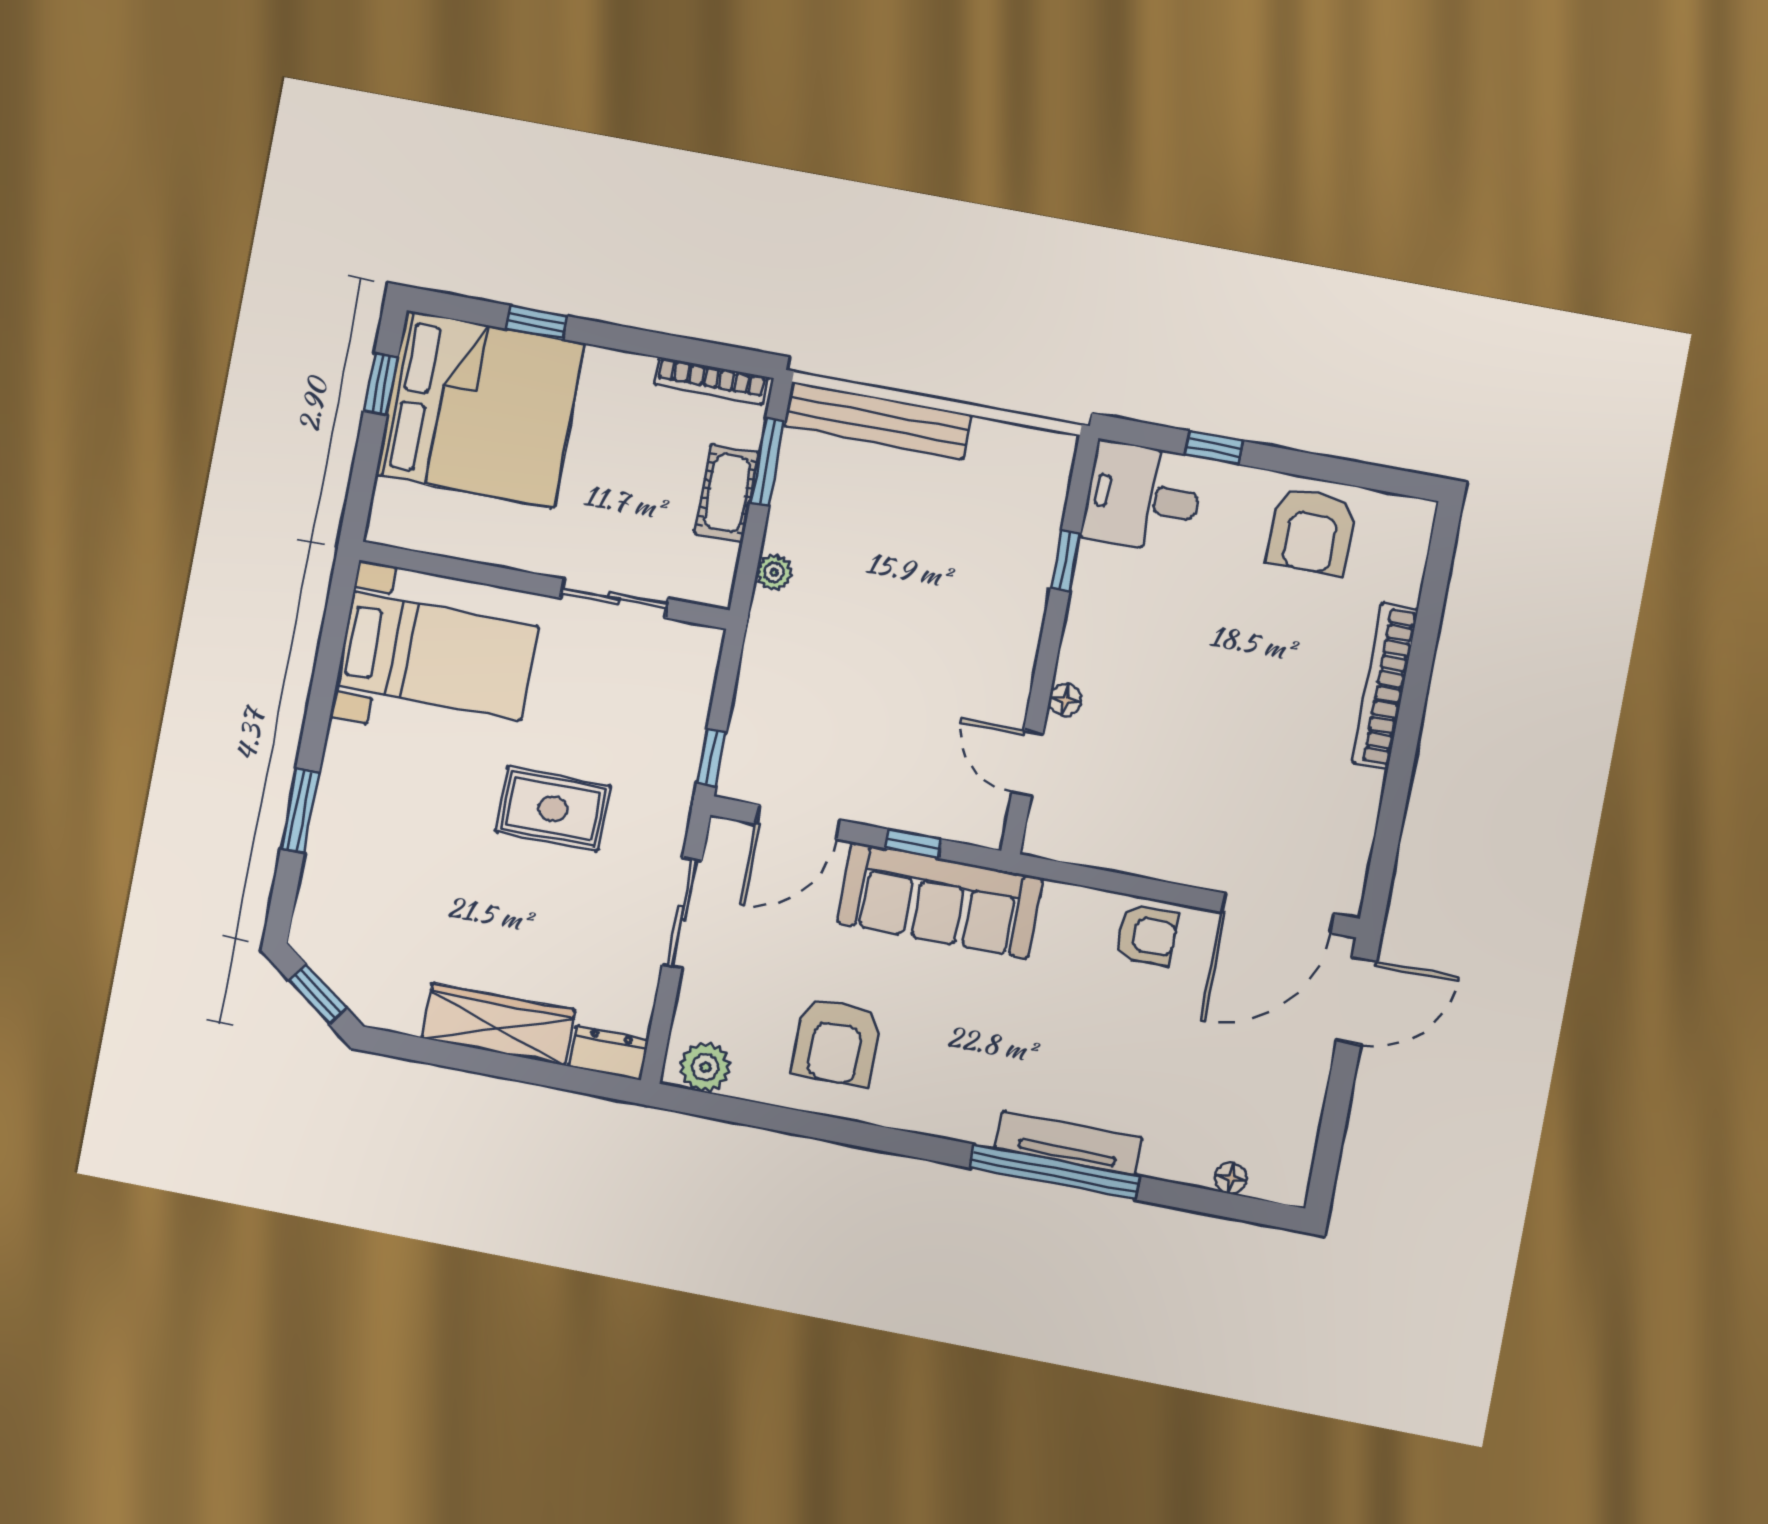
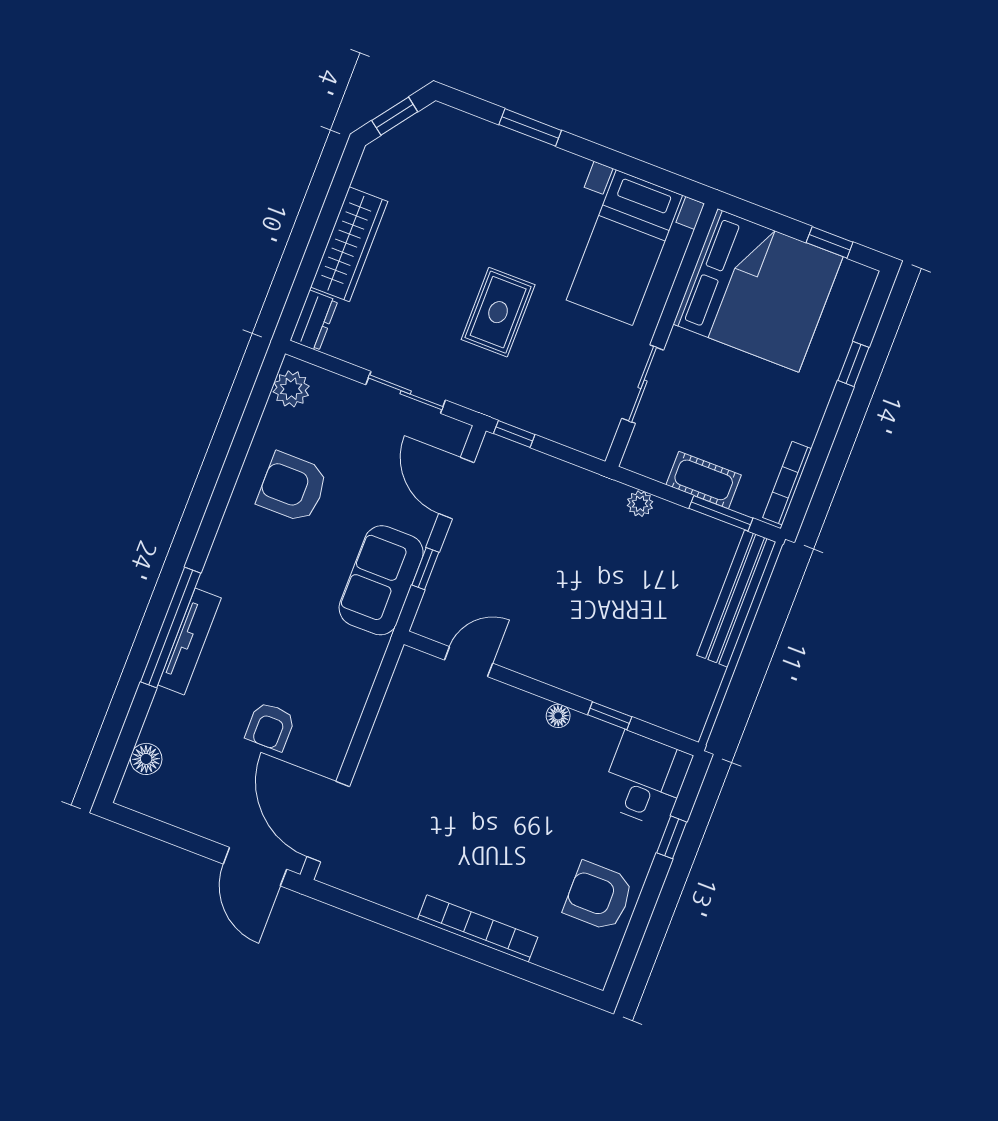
bed: (480, 409) -> (758, 290), moved, turned -90
floor lamp: (1065, 700) -> (558, 716), moved
sofa: (940, 900) -> (381, 580), width x0.73
armchair: (1147, 935) -> (270, 726), moved
floor lamp: (1231, 1178) -> (146, 759), width x1.37, depth x1.37

